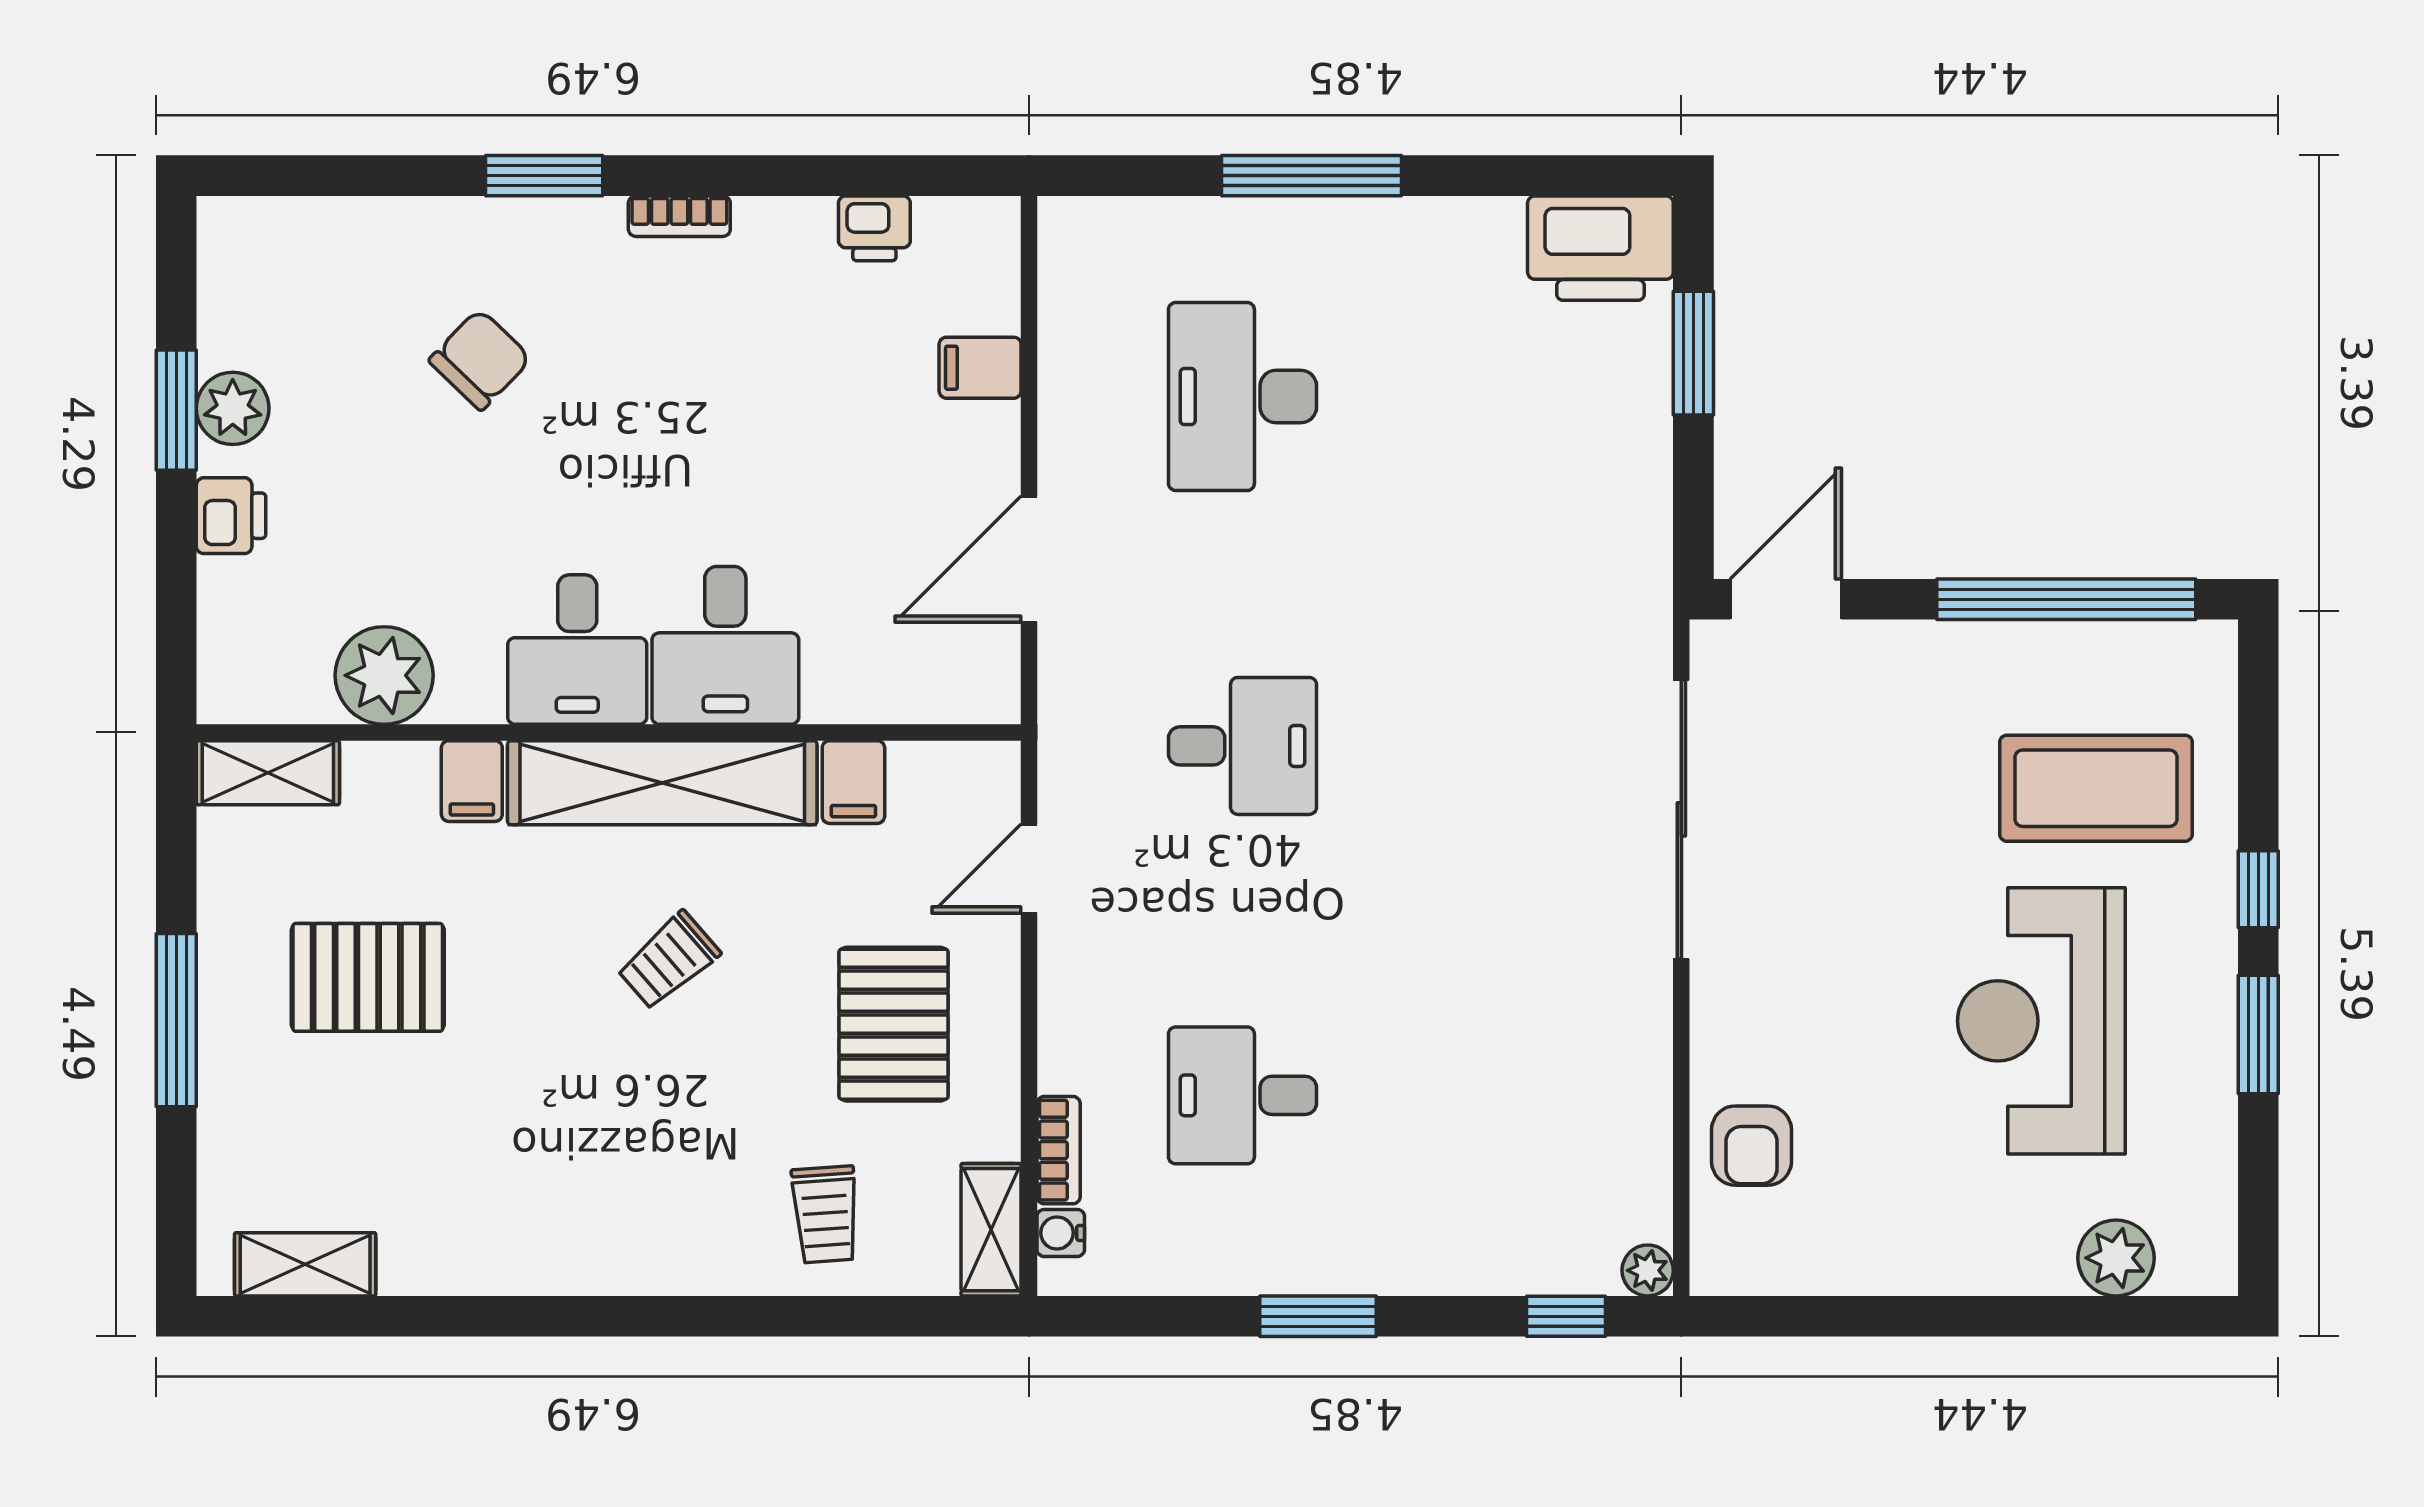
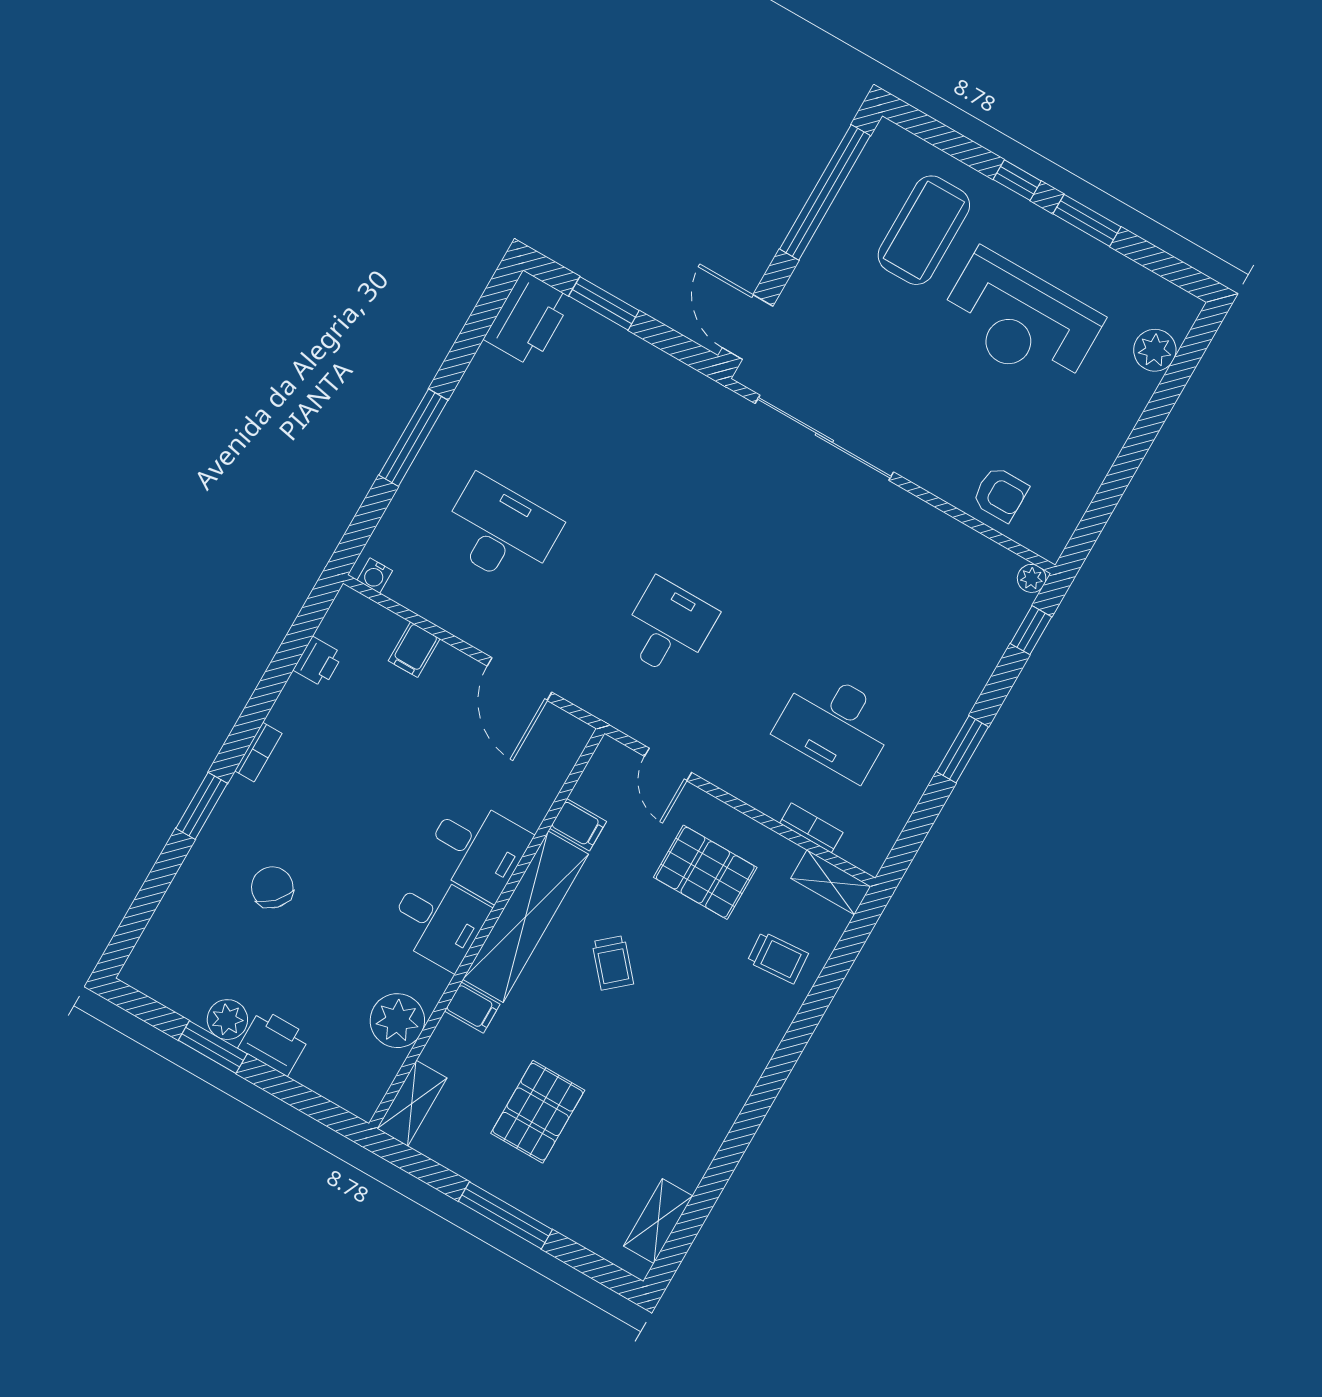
desk: (1242, 396) -> (500, 532), turned 180
printer: (231, 516) -> (274, 1042), width x1.36, depth x1.24
desk: (1242, 1095) -> (836, 725), width x1.37
water cooler: (1061, 1233) -> (375, 576), moved

